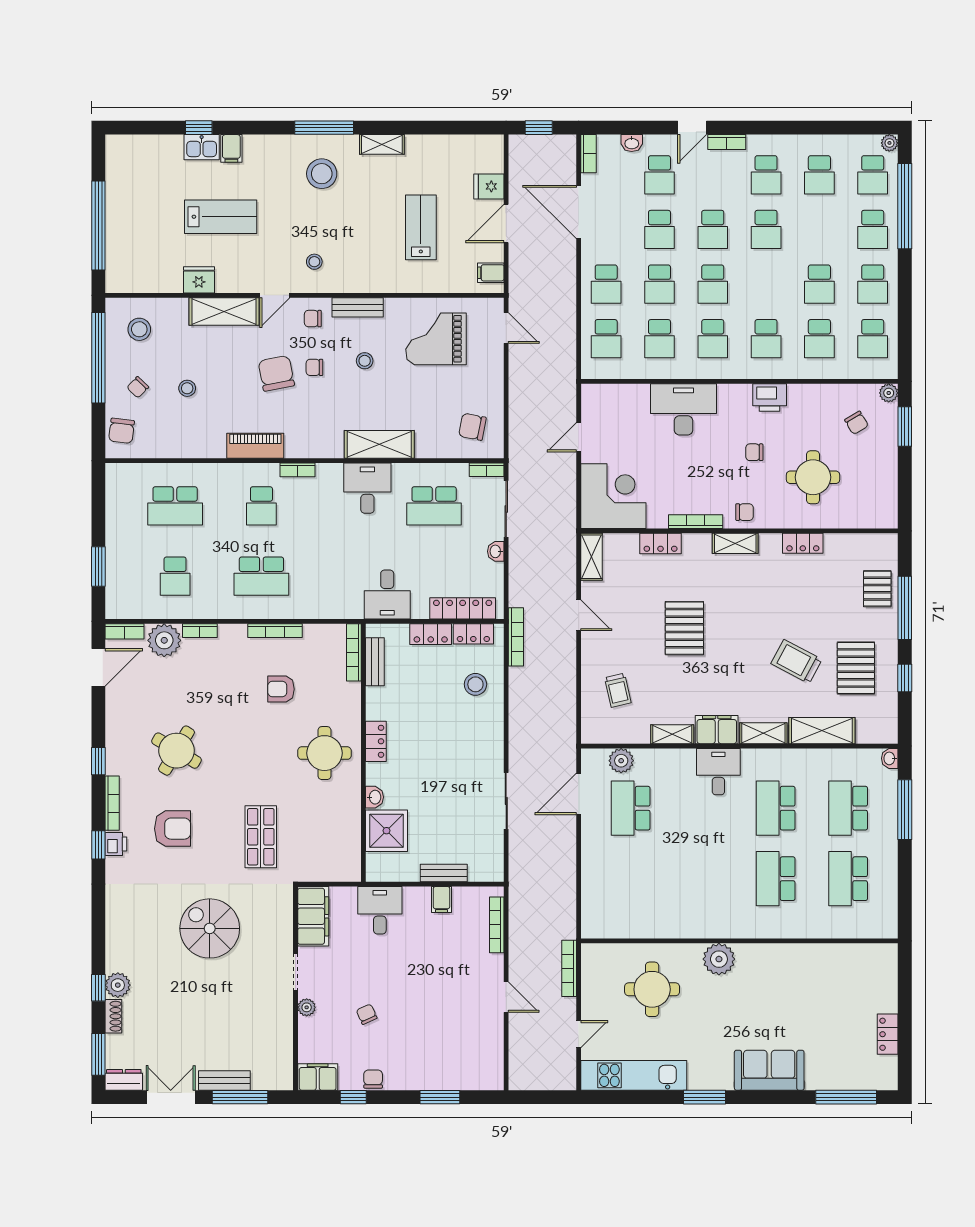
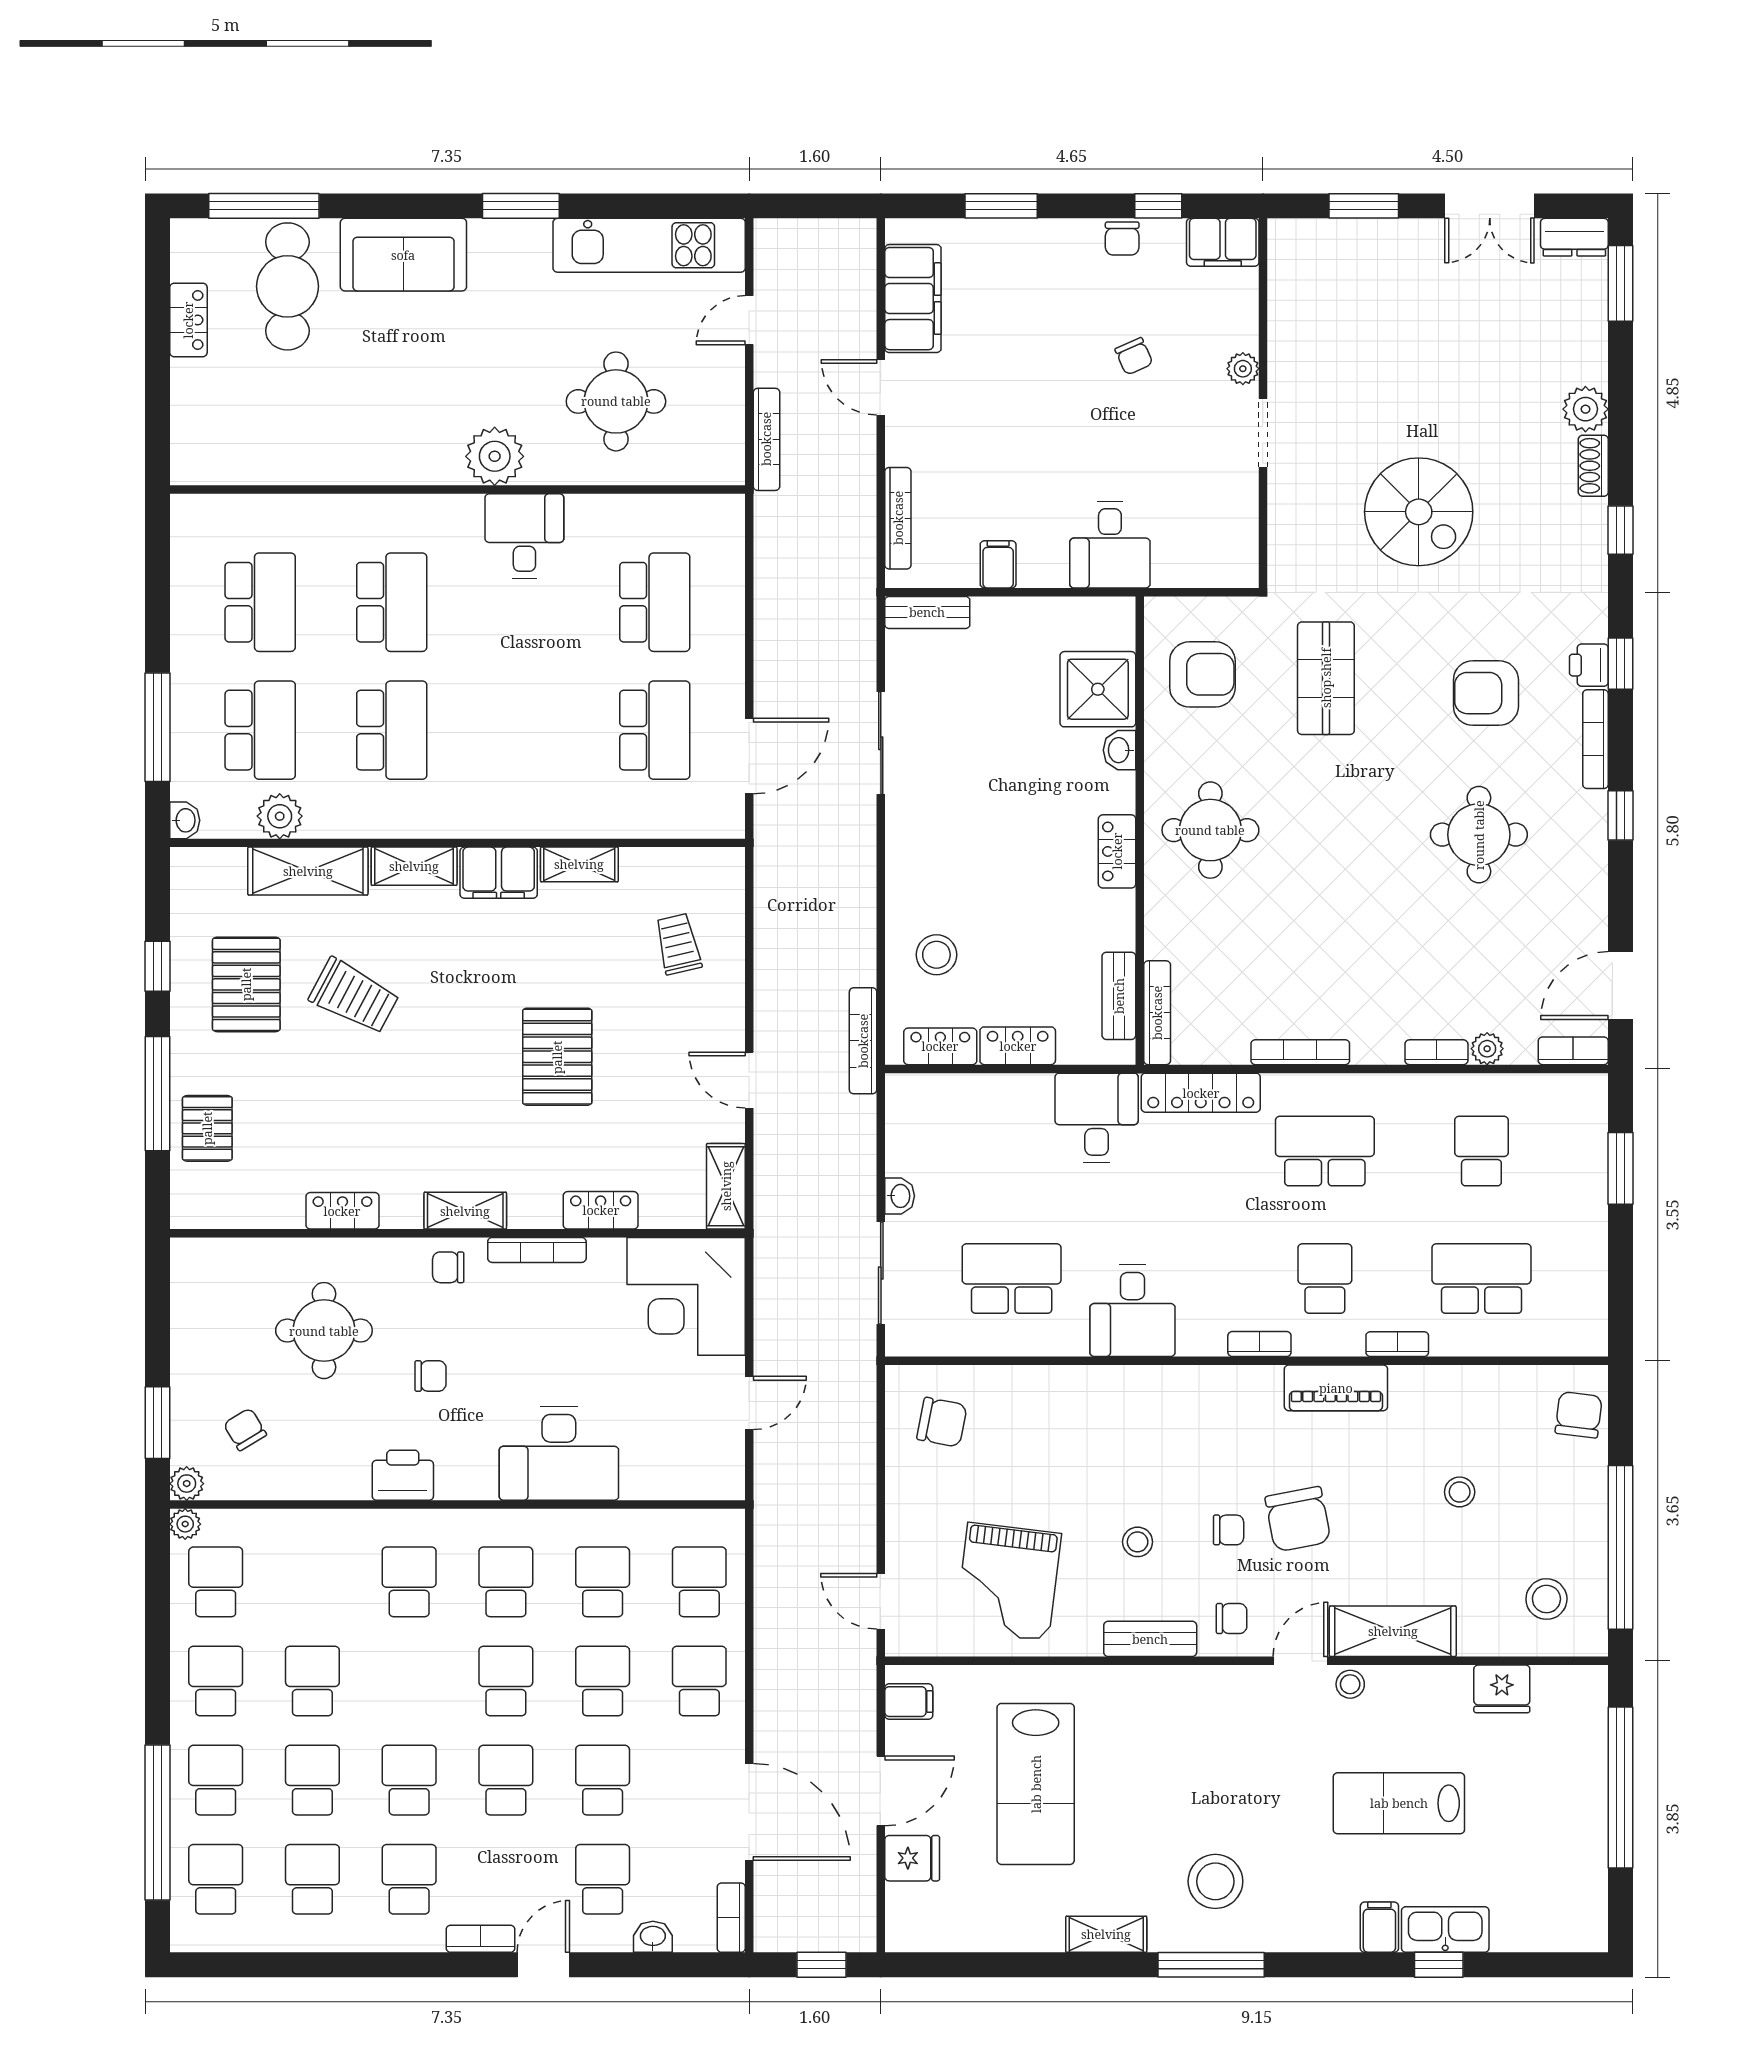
plant: (889, 143) -> (185, 1524), moved
kitchen sink: (202, 147) -> (1445, 1929), width x1.38
lab bench: (421, 227) -> (1036, 1784), width x1.36, depth x1.39
stool: (314, 262) -> (1350, 1684), moved
fridge: (199, 280) -> (1502, 1689), moved
grand piano: (436, 339) -> (1008, 1582), turned 97
school desk: (819, 339) -> (312, 1780), moved
chair: (138, 387) -> (1549, 1494), removed
shelving: (379, 444) -> (1111, 1390), removed
bookcase: (487, 470) -> (1397, 1344), moved
locker: (463, 608) -> (1201, 1093), moved
plant: (164, 640) -> (1487, 1049), width x0.53, depth x0.53
armchair: (281, 689) -> (1202, 674), moved, width x1.38, depth x1.38
round table: (176, 751) -> (1479, 835), turned -31
plant: (621, 761) -> (280, 816), moved
desk: (718, 772) -> (524, 536), moved, turned 180
bench: (444, 873) -> (927, 612), moved
school desk: (631, 879) -> (655, 602), added
filing cabinet: (313, 916) -> (913, 299), moved, turned 180
window: (98, 988) -> (1621, 530), moved
shoe rack: (113, 1016) -> (1593, 466), moved
cafe table: (833, 1053) -> (287, 286), added
bench: (224, 1080) -> (1392, 236), removed
window: (240, 1097) -> (1364, 206), width x0.69

